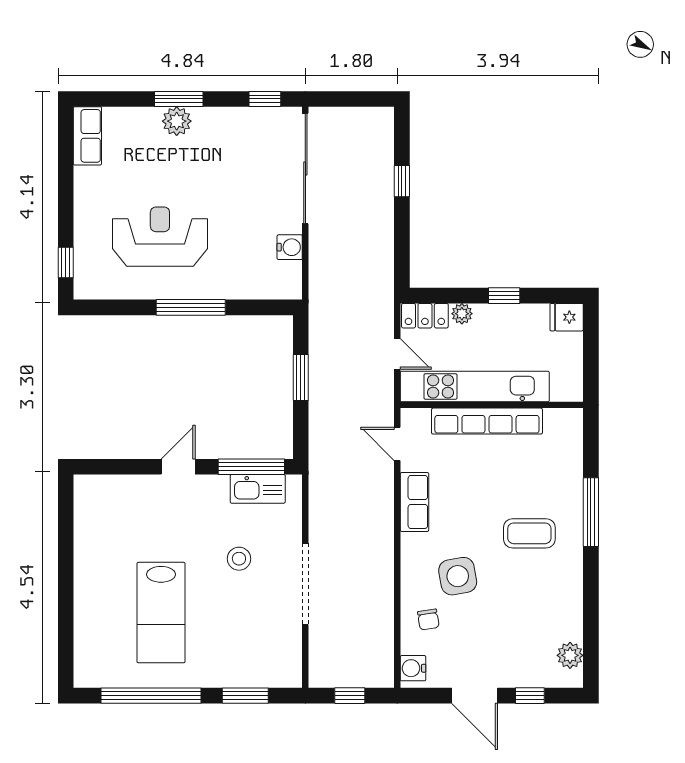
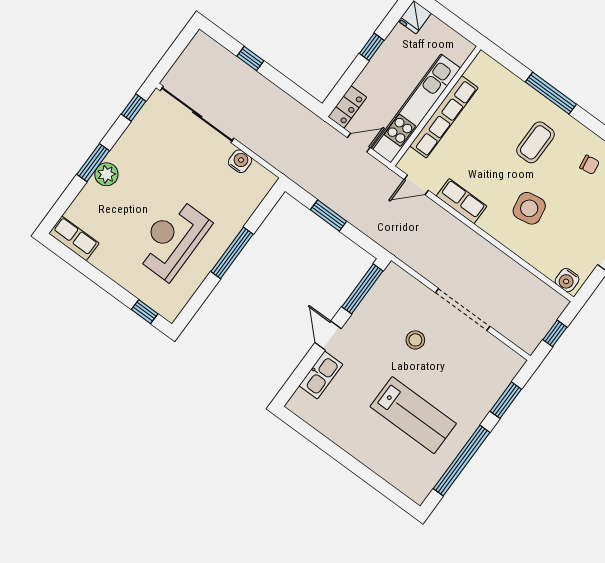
plant: (462, 314) -> (363, 82), removed
kitchen sink: (258, 489) -> (321, 375), moved
chair: (428, 620) -> (590, 165), moved

